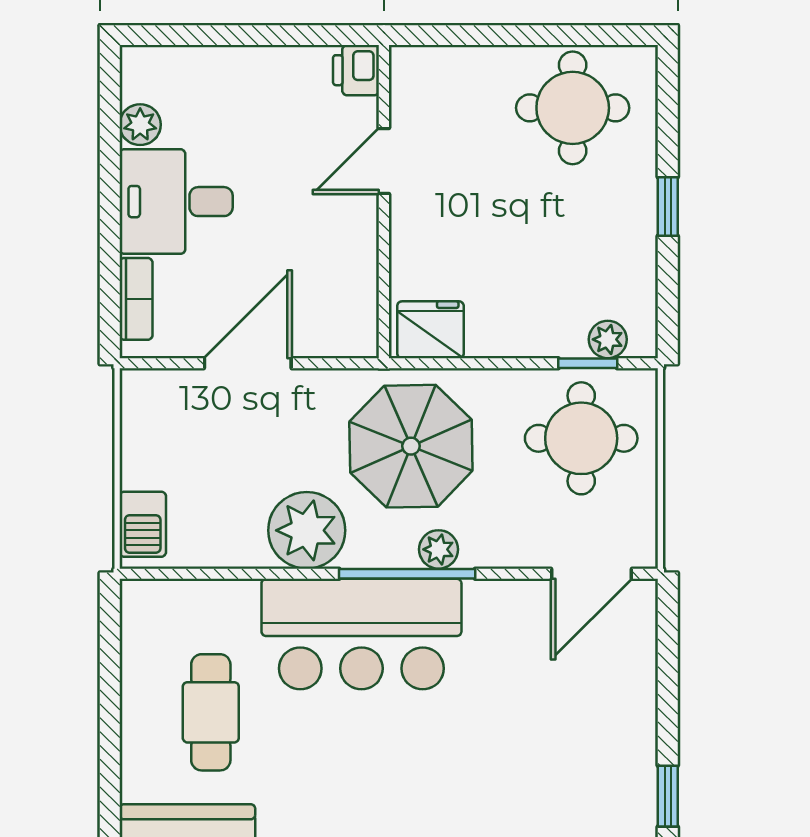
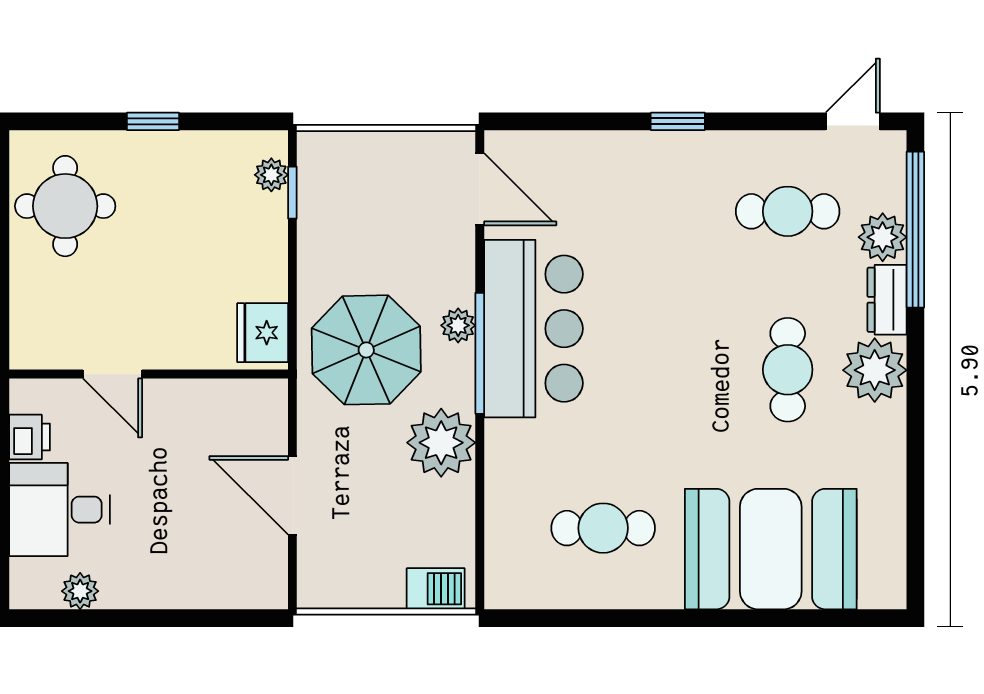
printer: (356, 70) -> (30, 437), moved, turned -90
desk: (176, 202) -> (59, 510), moved, turned 90
bookcase: (136, 299) -> (235, 595), removed
round table: (581, 438) -> (359, 198), removed
bar counter: (361, 634) -> (533, 329), moved

